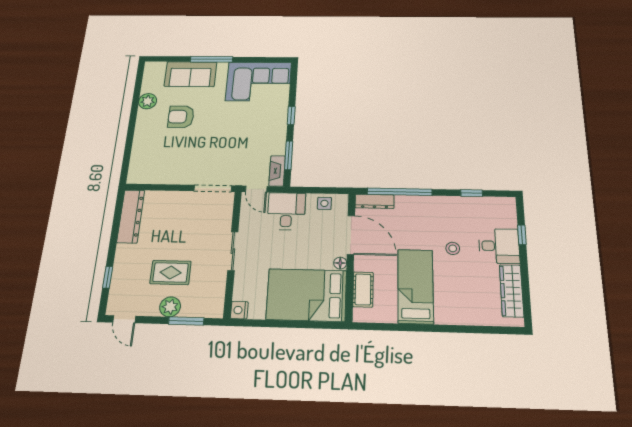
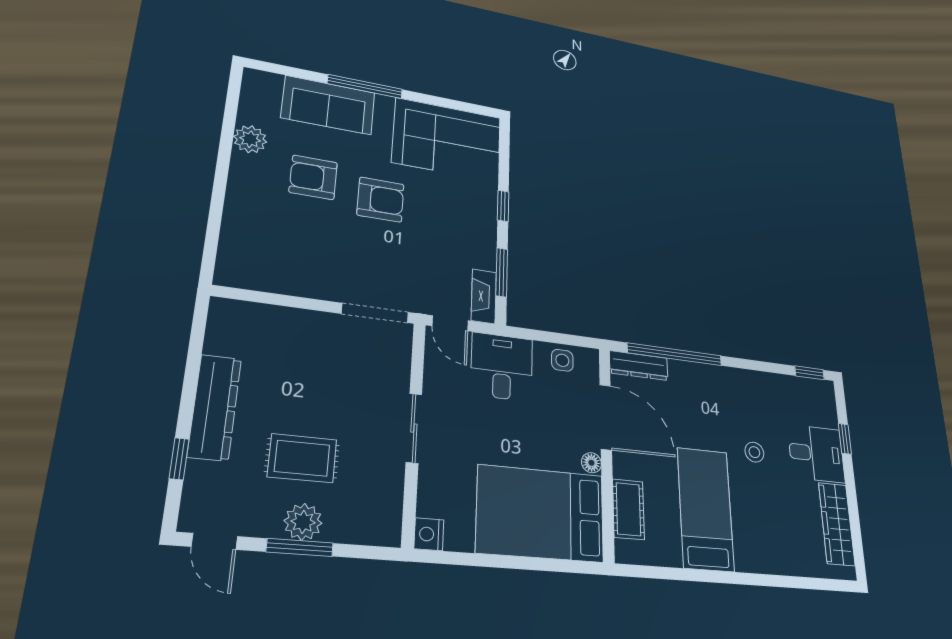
armchair: (218, 123) -> (381, 200), added
window: (472, 193) -> (810, 373), moved
dresser: (131, 216) -> (215, 407), moved
window: (186, 321) -> (300, 547), moved

